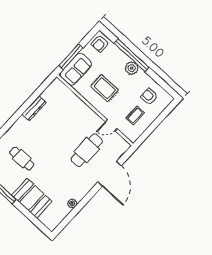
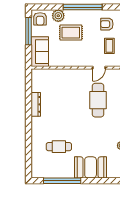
window: (132, 55) -> (83, 7), moved
window: (71, 57) -> (28, 31), moved
plant: (132, 68) -> (58, 16), moved
rug: (105, 88) -> (71, 33), moved

